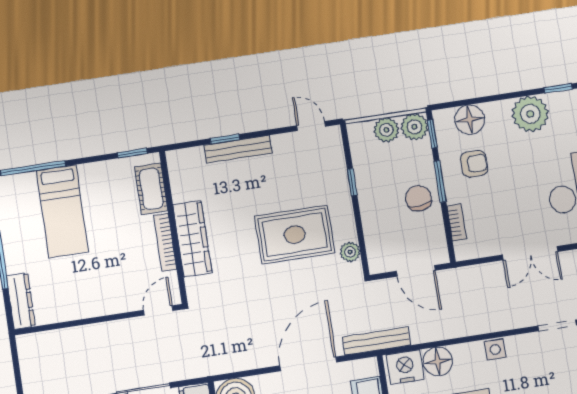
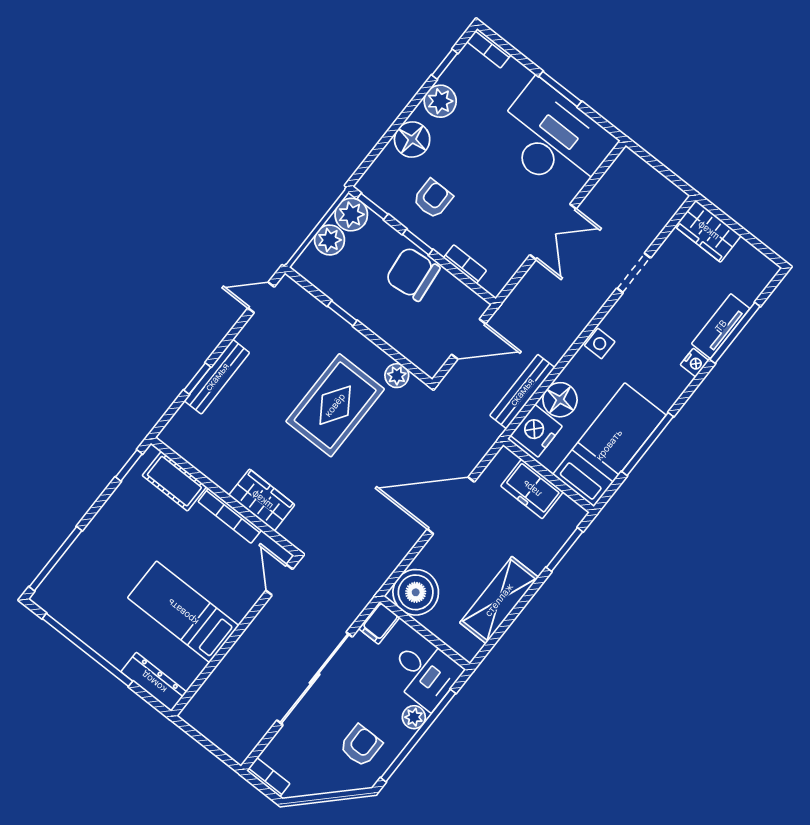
plant: (530, 114) -> (440, 101), width x0.73, depth x0.73
floor lamp: (470, 120) -> (412, 139), moved
window: (440, 182) -> (418, 242), width x0.67
chair: (418, 198) -> (413, 274), width x1.37, depth x1.37
bed: (62, 211) -> (183, 612), moved, turned 180
wardrobe: (192, 239) -> (262, 500), width x0.67
bench: (376, 341) -> (522, 392), moved
door: (308, 364) -> (451, 506), hinge flipped

